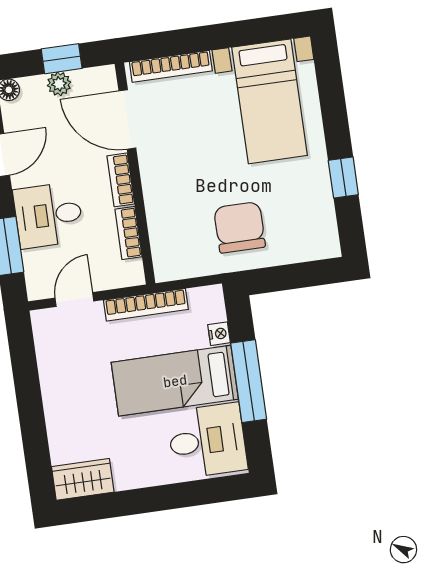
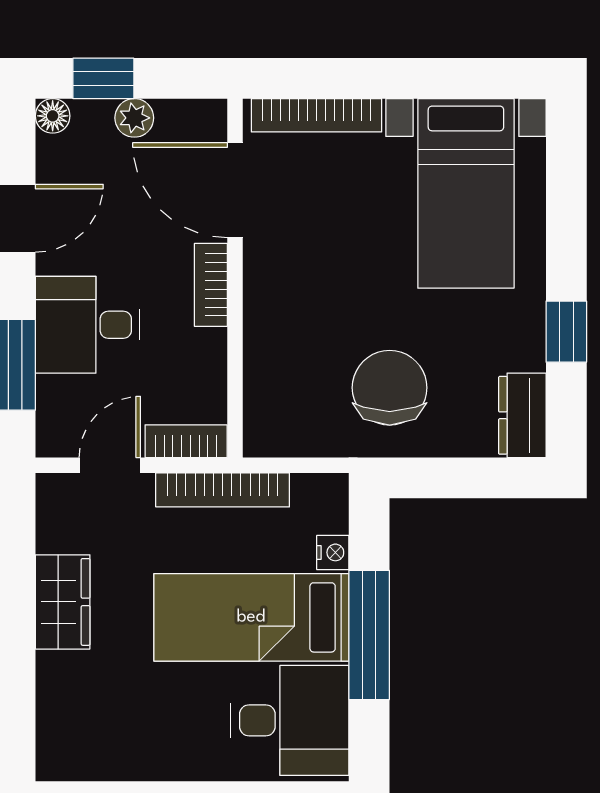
window: (62, 59) -> (103, 78), moved
bookcase: (128, 233) -> (186, 441), moved, turned 90
dresser: (324, 233) -> (522, 415), added
wardrobe: (83, 479) -> (63, 602), moved, turned 90

